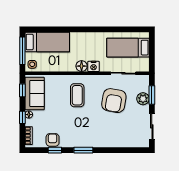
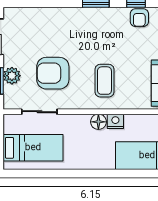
nightstand: (94, 66) -> (115, 121), moved
armchair: (114, 101) -> (53, 73), turned -100

